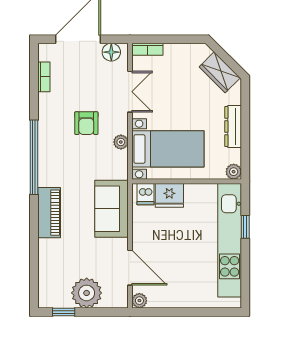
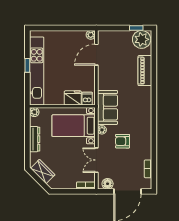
armchair: (86, 123) -> (123, 141), turned -90
window: (34, 157) -> (154, 121), removed
sofa: (112, 209) -> (107, 107), moved
piano: (49, 213) -> (145, 71), moved
window: (245, 227) -> (27, 65), moved
door: (130, 268) -> (96, 55), hinge flipped
plant: (87, 293) -> (142, 39), moved

